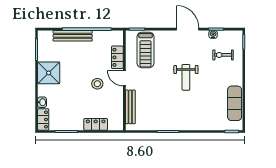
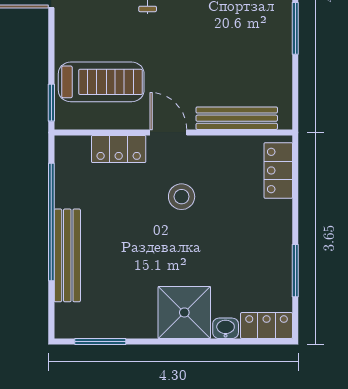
shower: (49, 73) -> (184, 312), moved
door: (124, 78) -> (168, 132), swing flipped
locker: (96, 124) -> (278, 170), moved

